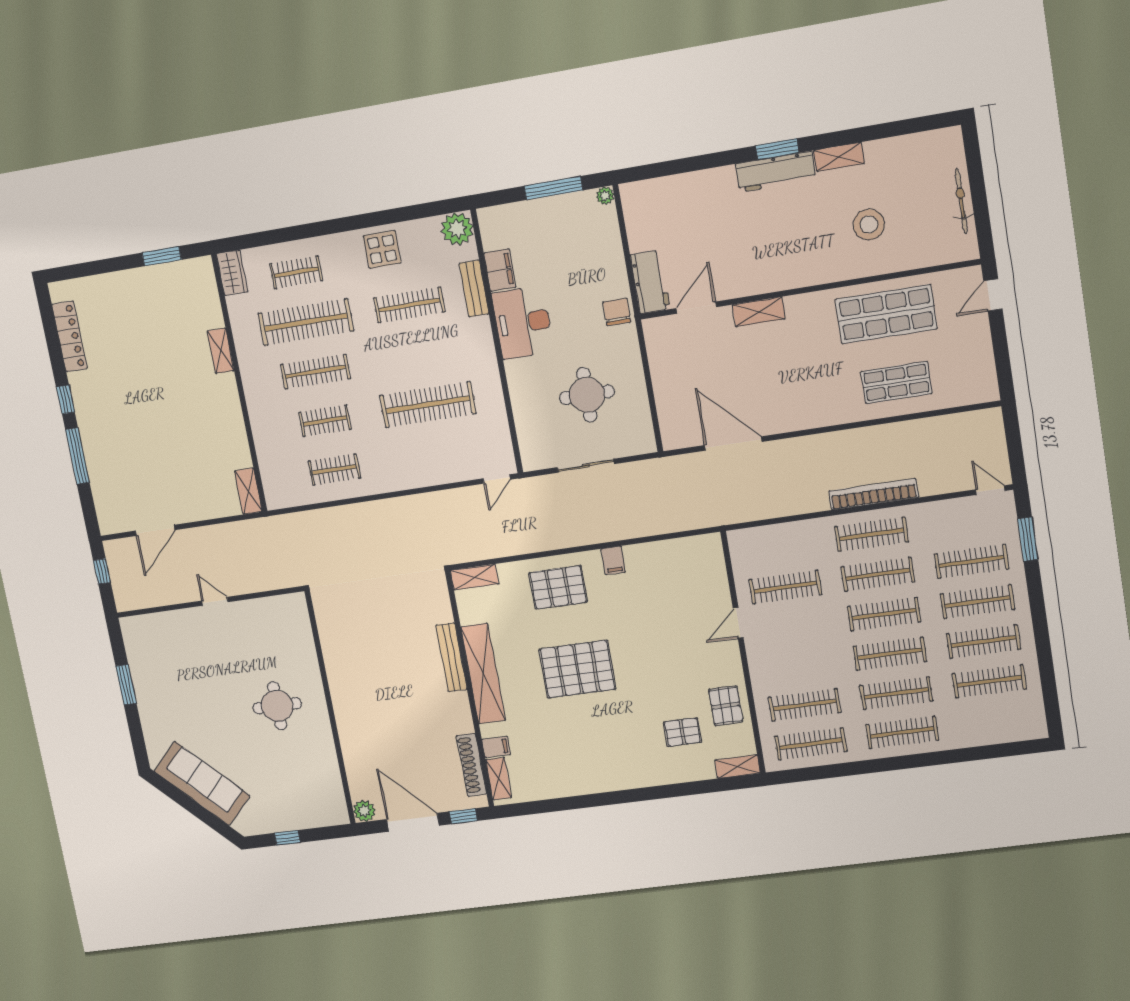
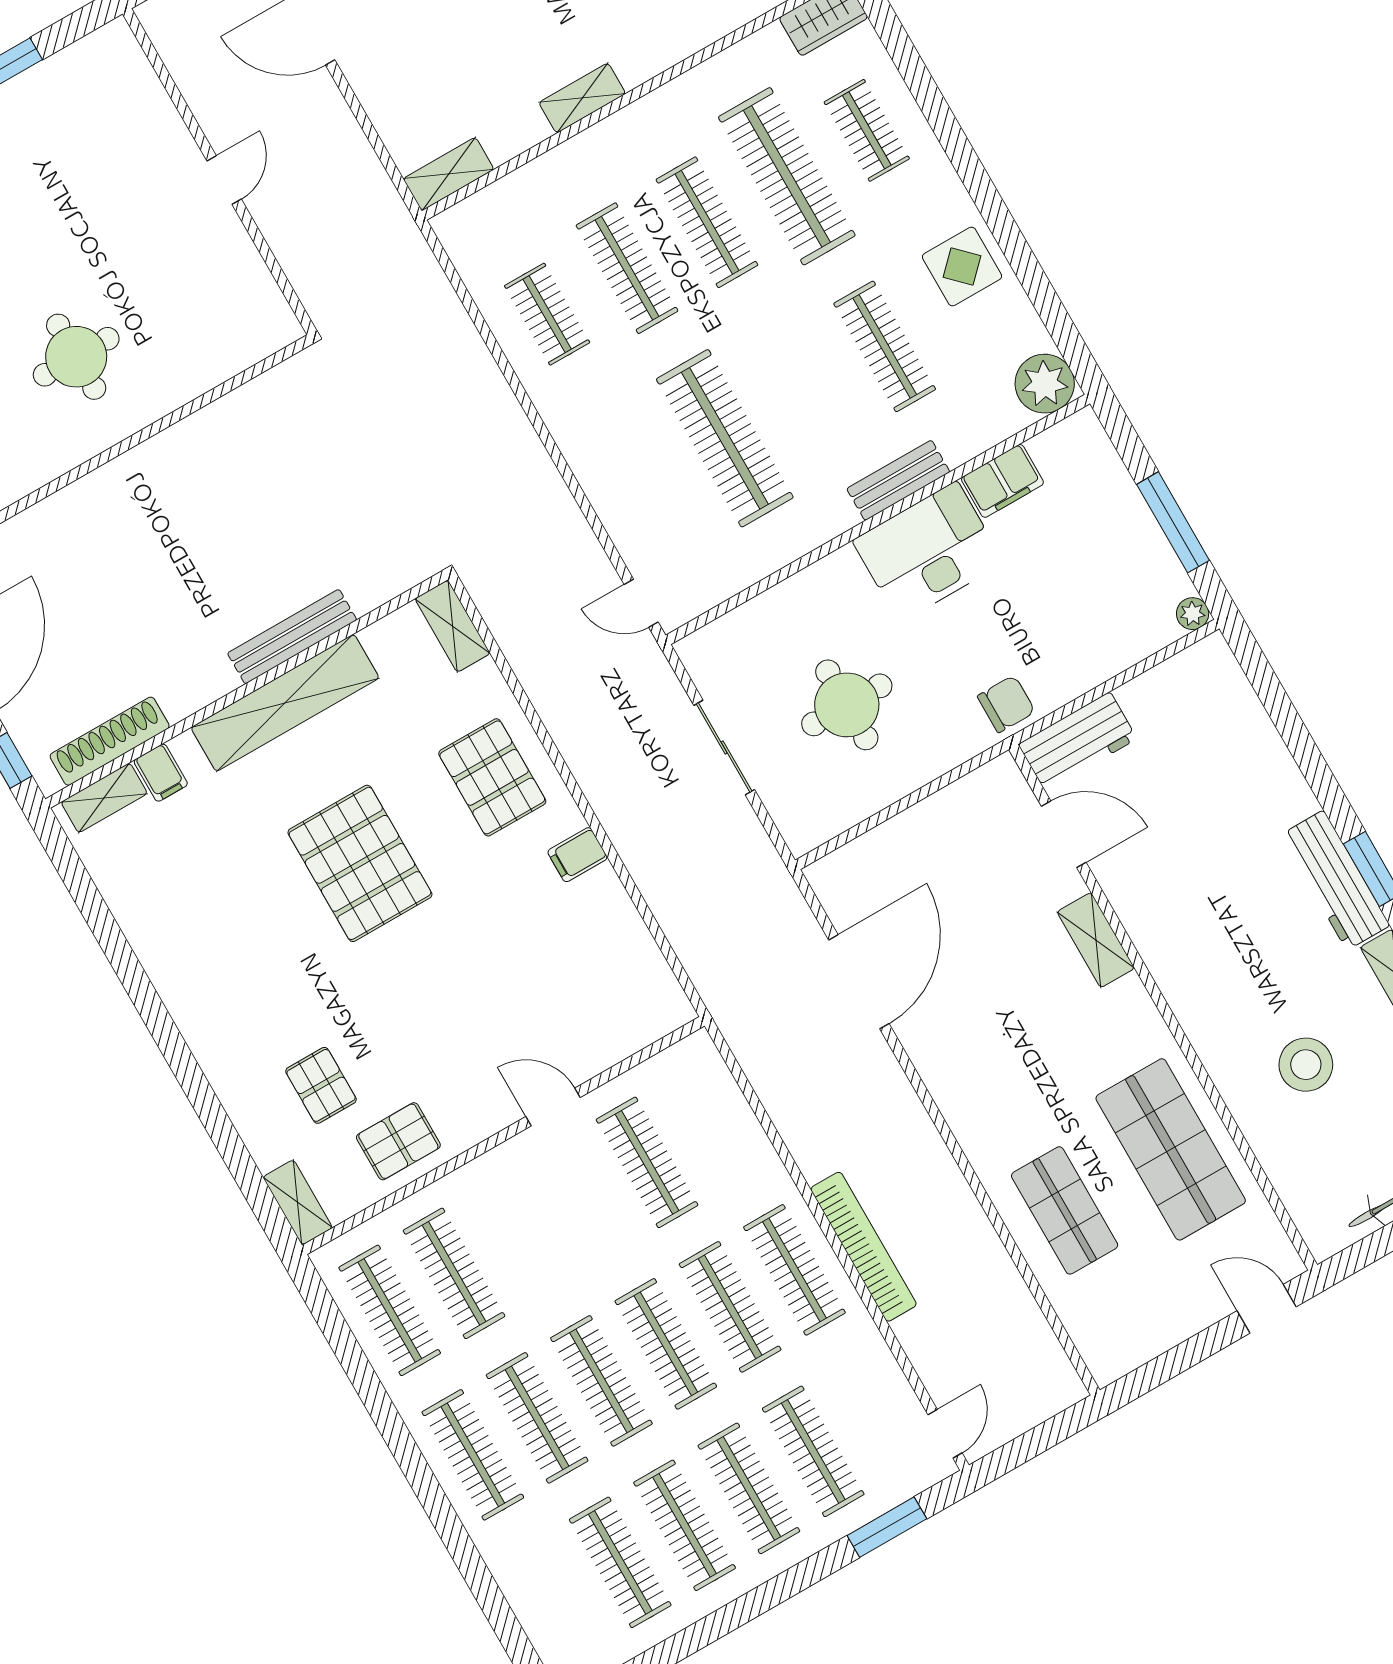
bench: (474, 289) -> (898, 480), moved
shelving: (221, 351) -> (582, 98), moved
clothes rail: (325, 421) -> (627, 268), width x1.36

